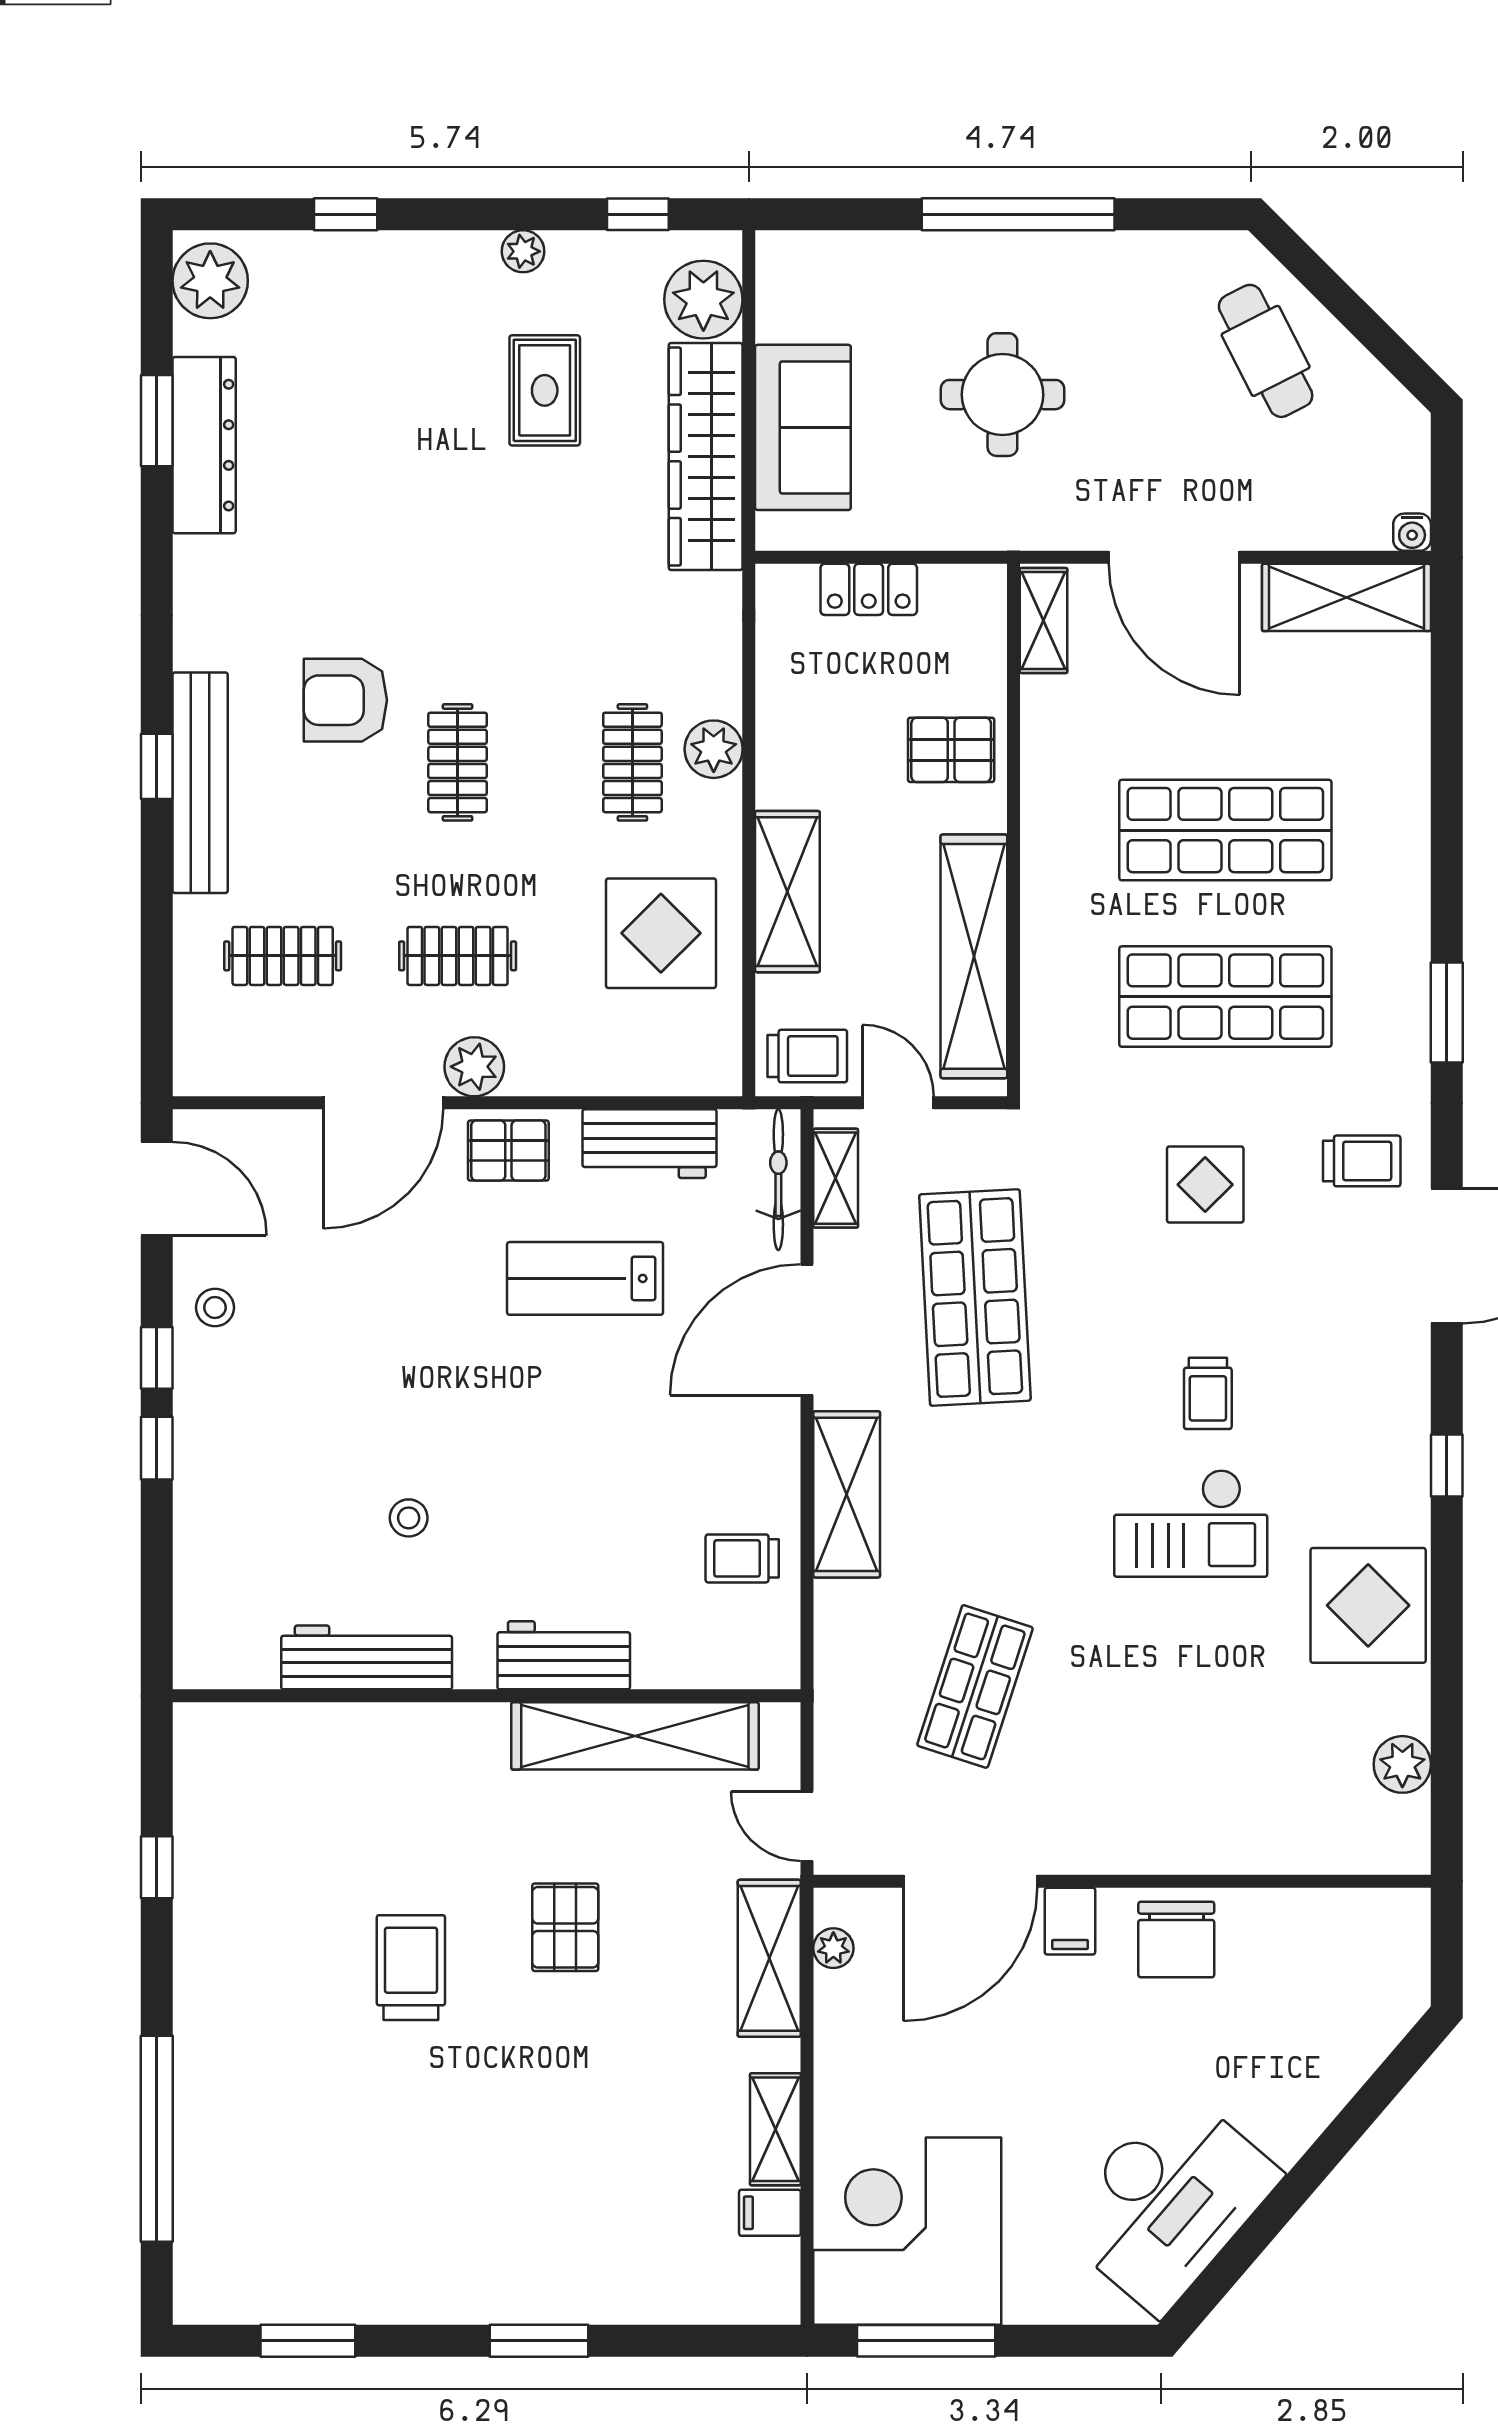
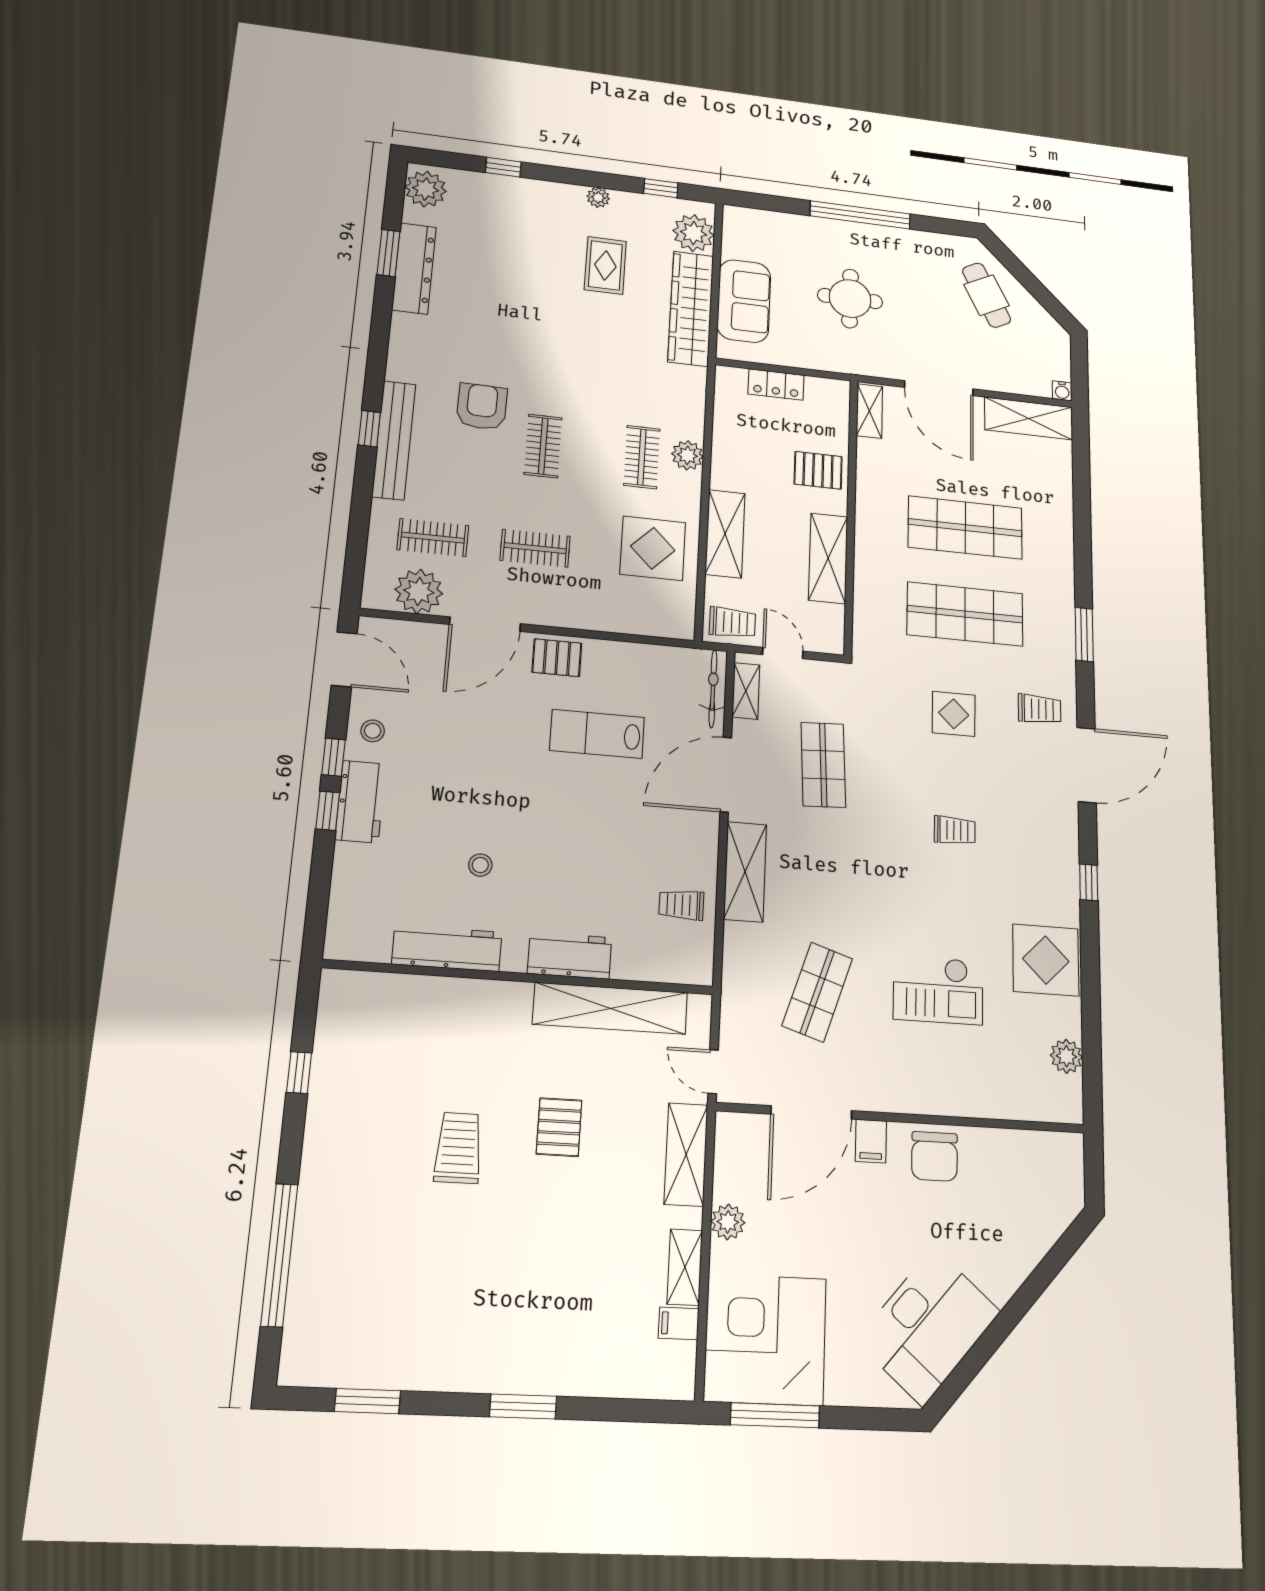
armchair: (345, 700) -> (482, 407), turned 91
shelving: (974, 956) -> (828, 558), width x0.68
plant: (474, 1067) -> (419, 591), moved, width x1.36, depth x1.36
workbench: (649, 1144) -> (360, 802), moved, turned -90
shop shelf: (975, 1298) -> (823, 765), width x0.70, depth x0.74
trolley: (1208, 1393) -> (955, 830), turned -90
checkout: (1191, 1523) -> (938, 990), moved
plant: (833, 1948) -> (728, 1222), moved, width x1.38, depth x1.38

